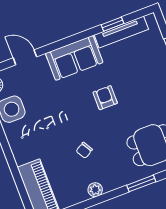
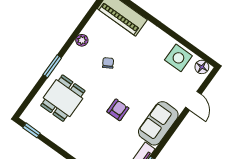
door: (25, 57) -> (193, 101), hinge flipped
armchair: (105, 98) -> (118, 110), turned -90

